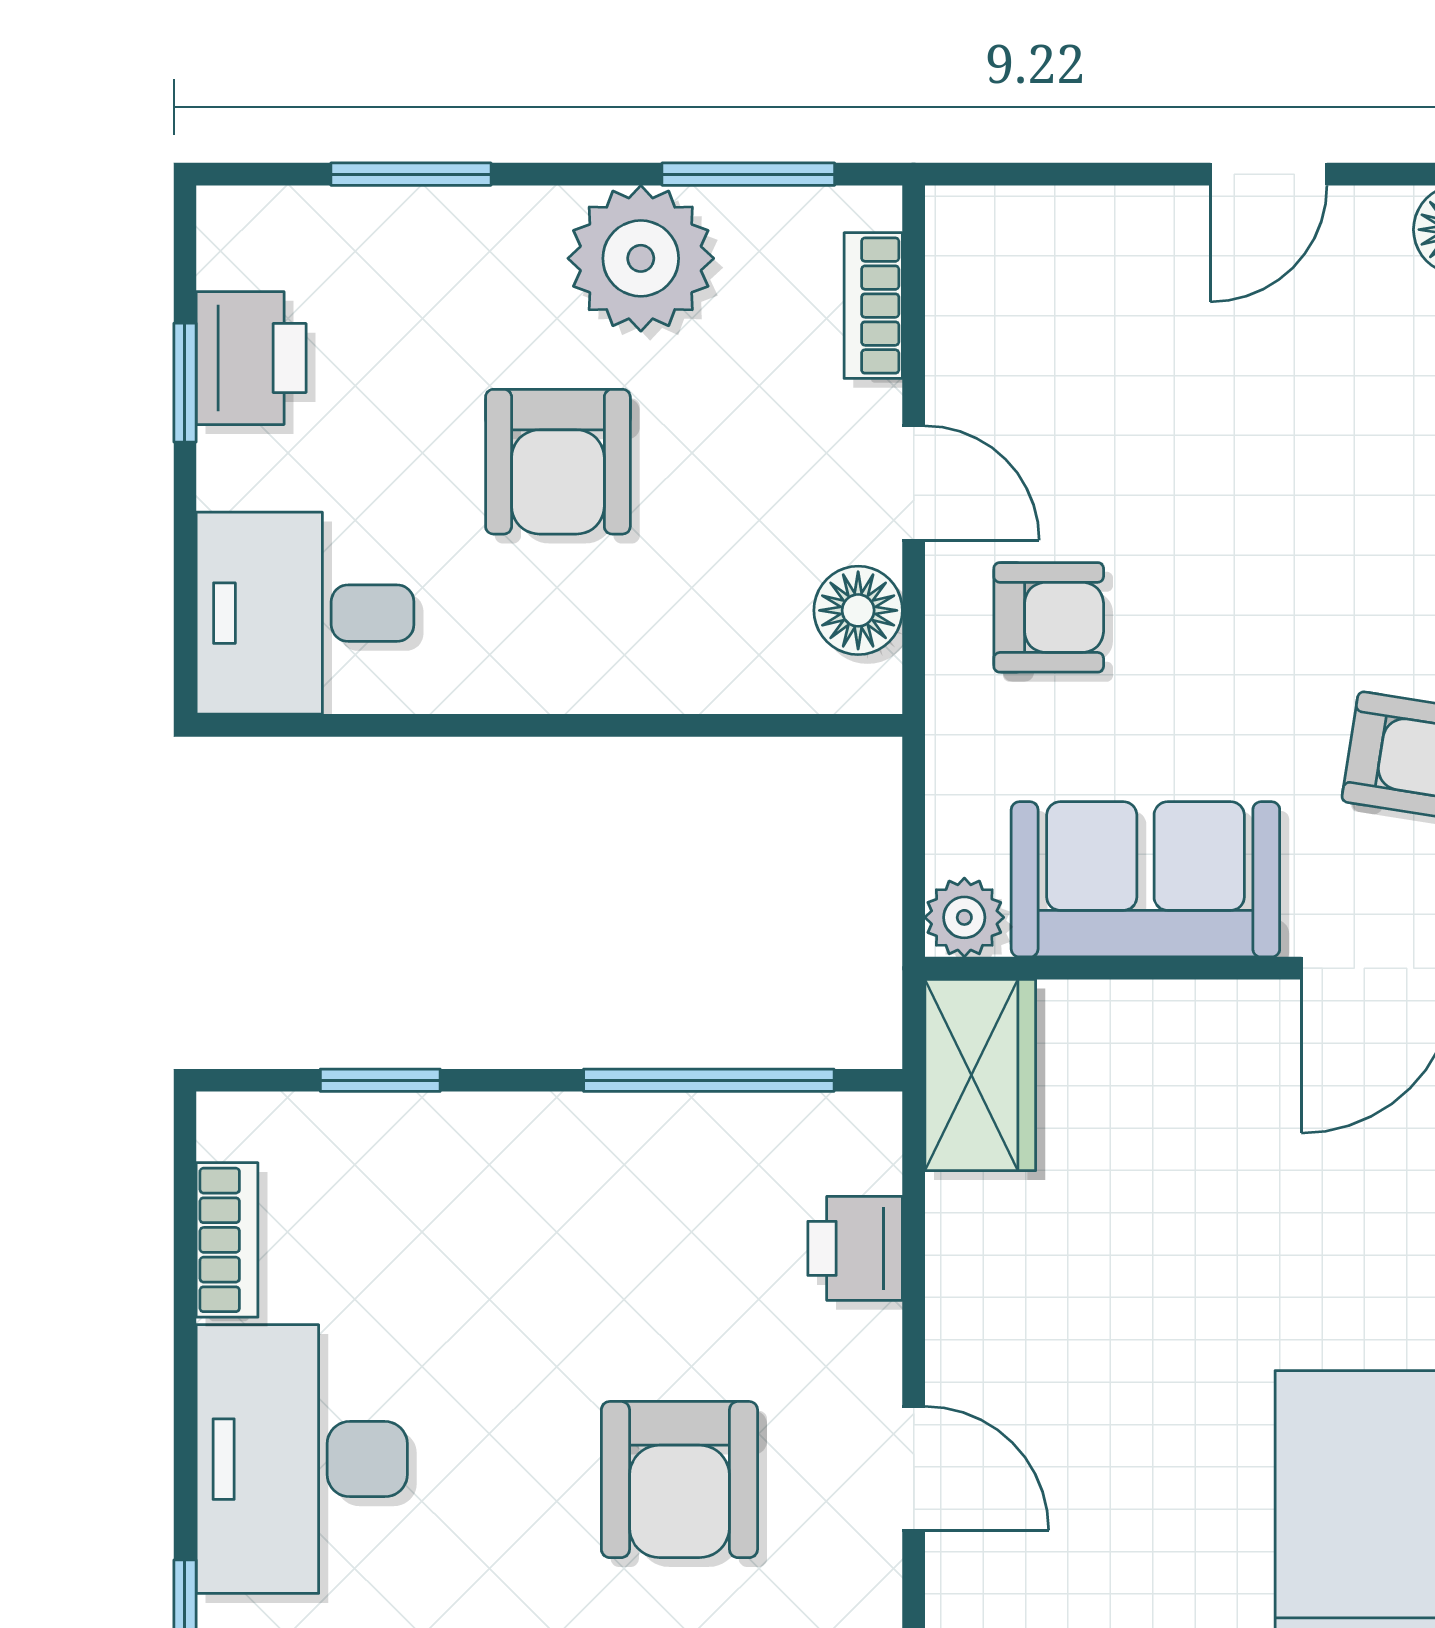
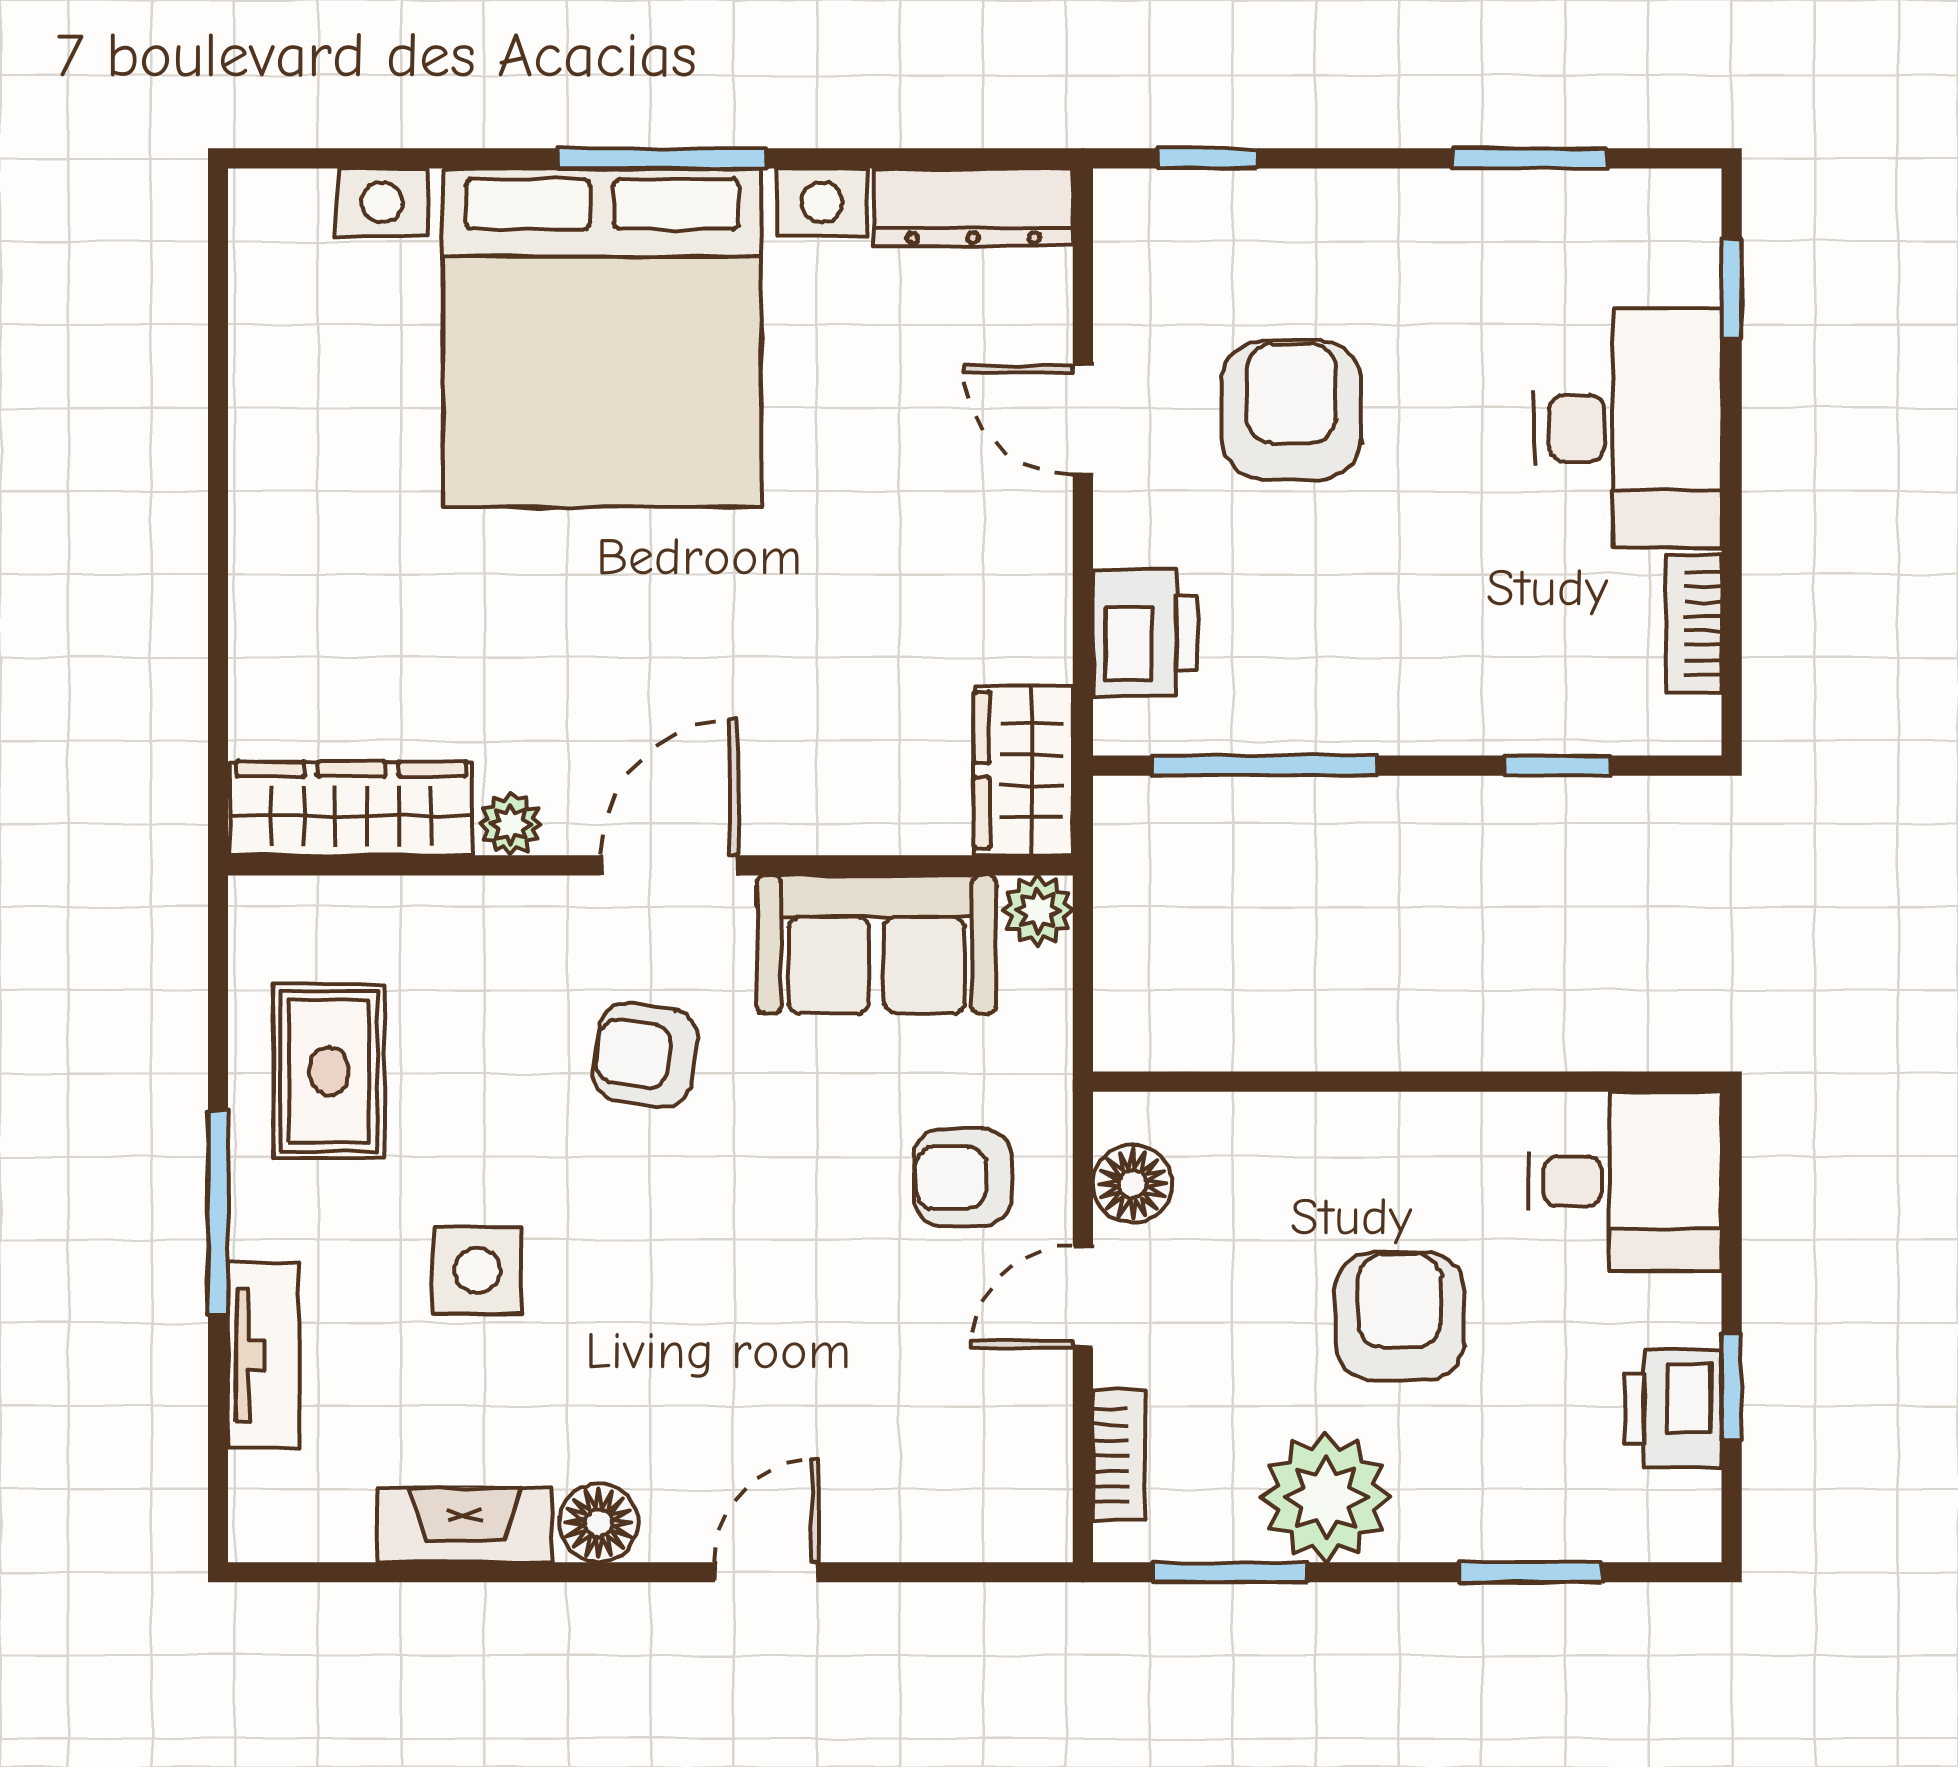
door: (914, 483) -> (1083, 1297), hinge flipped
printer: (855, 1248) -> (1145, 633), width x1.36, depth x1.24

